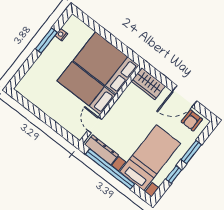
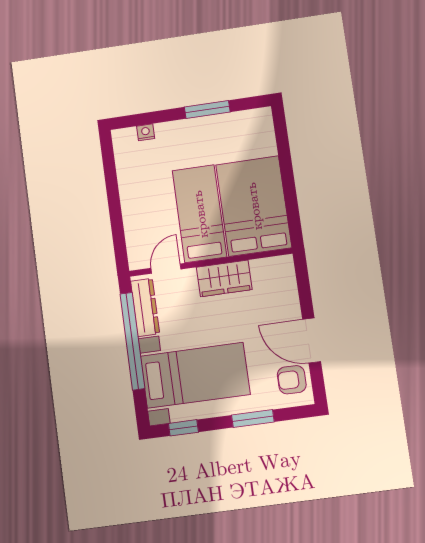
nightstand: (61, 35) -> (146, 132), moved
wardrobe: (148, 84) -> (224, 278), moved, turned -90
window: (174, 175) -> (183, 428), moved

